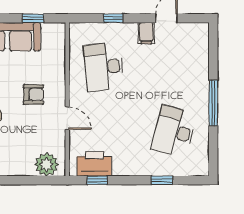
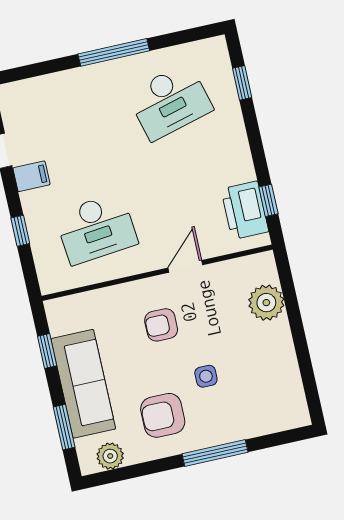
armchair: (33, 94) -> (161, 325), turned -90
desk: (174, 132) -> (170, 102), turned -30
plant: (47, 164) -> (266, 303), moved
window: (162, 180) -> (242, 83), moved

